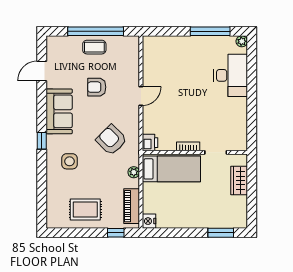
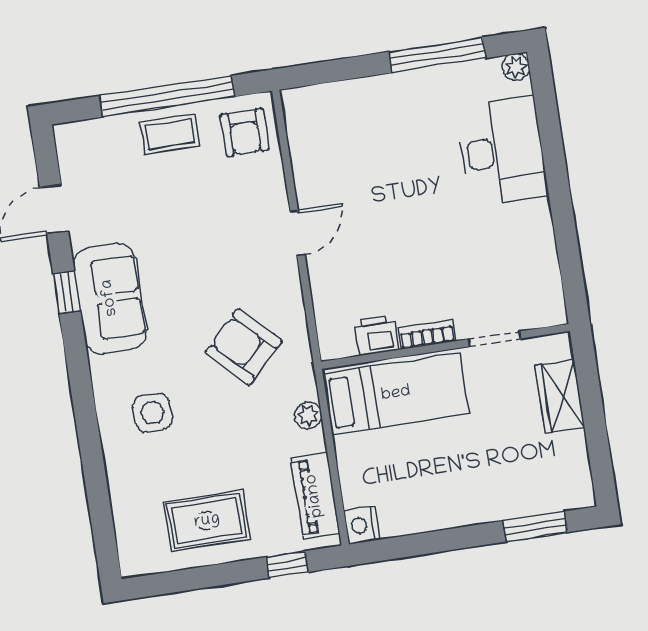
armchair: (97, 87) -> (245, 132), moved, turned -90
window: (42, 141) -> (67, 292), moved
printer: (150, 143) -> (376, 335), moved, turned -90

